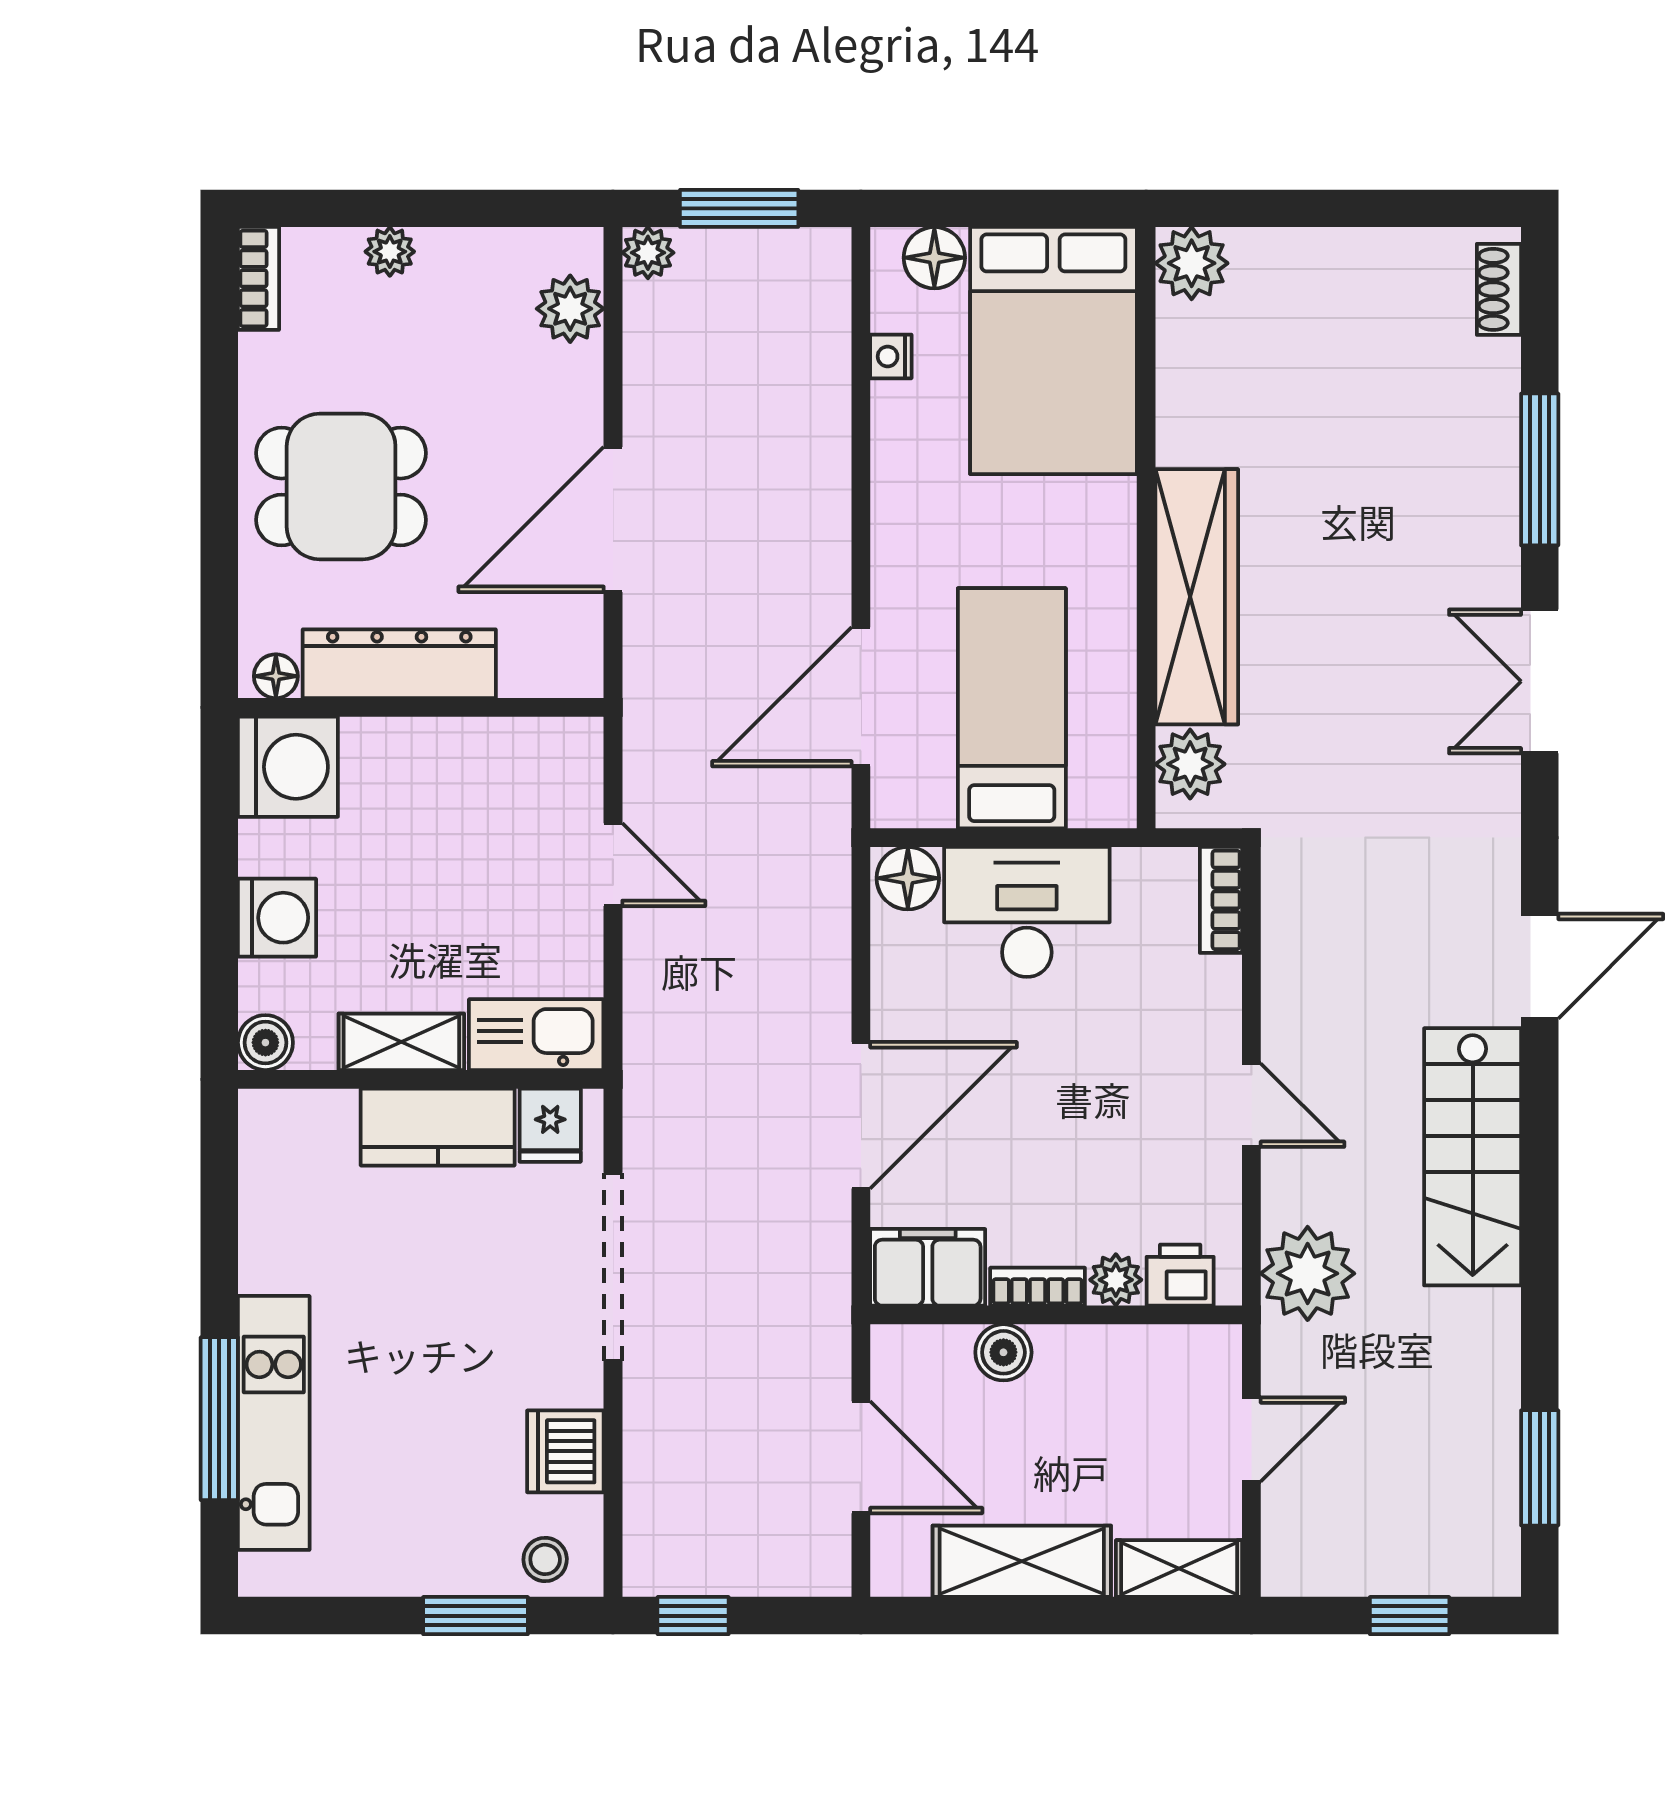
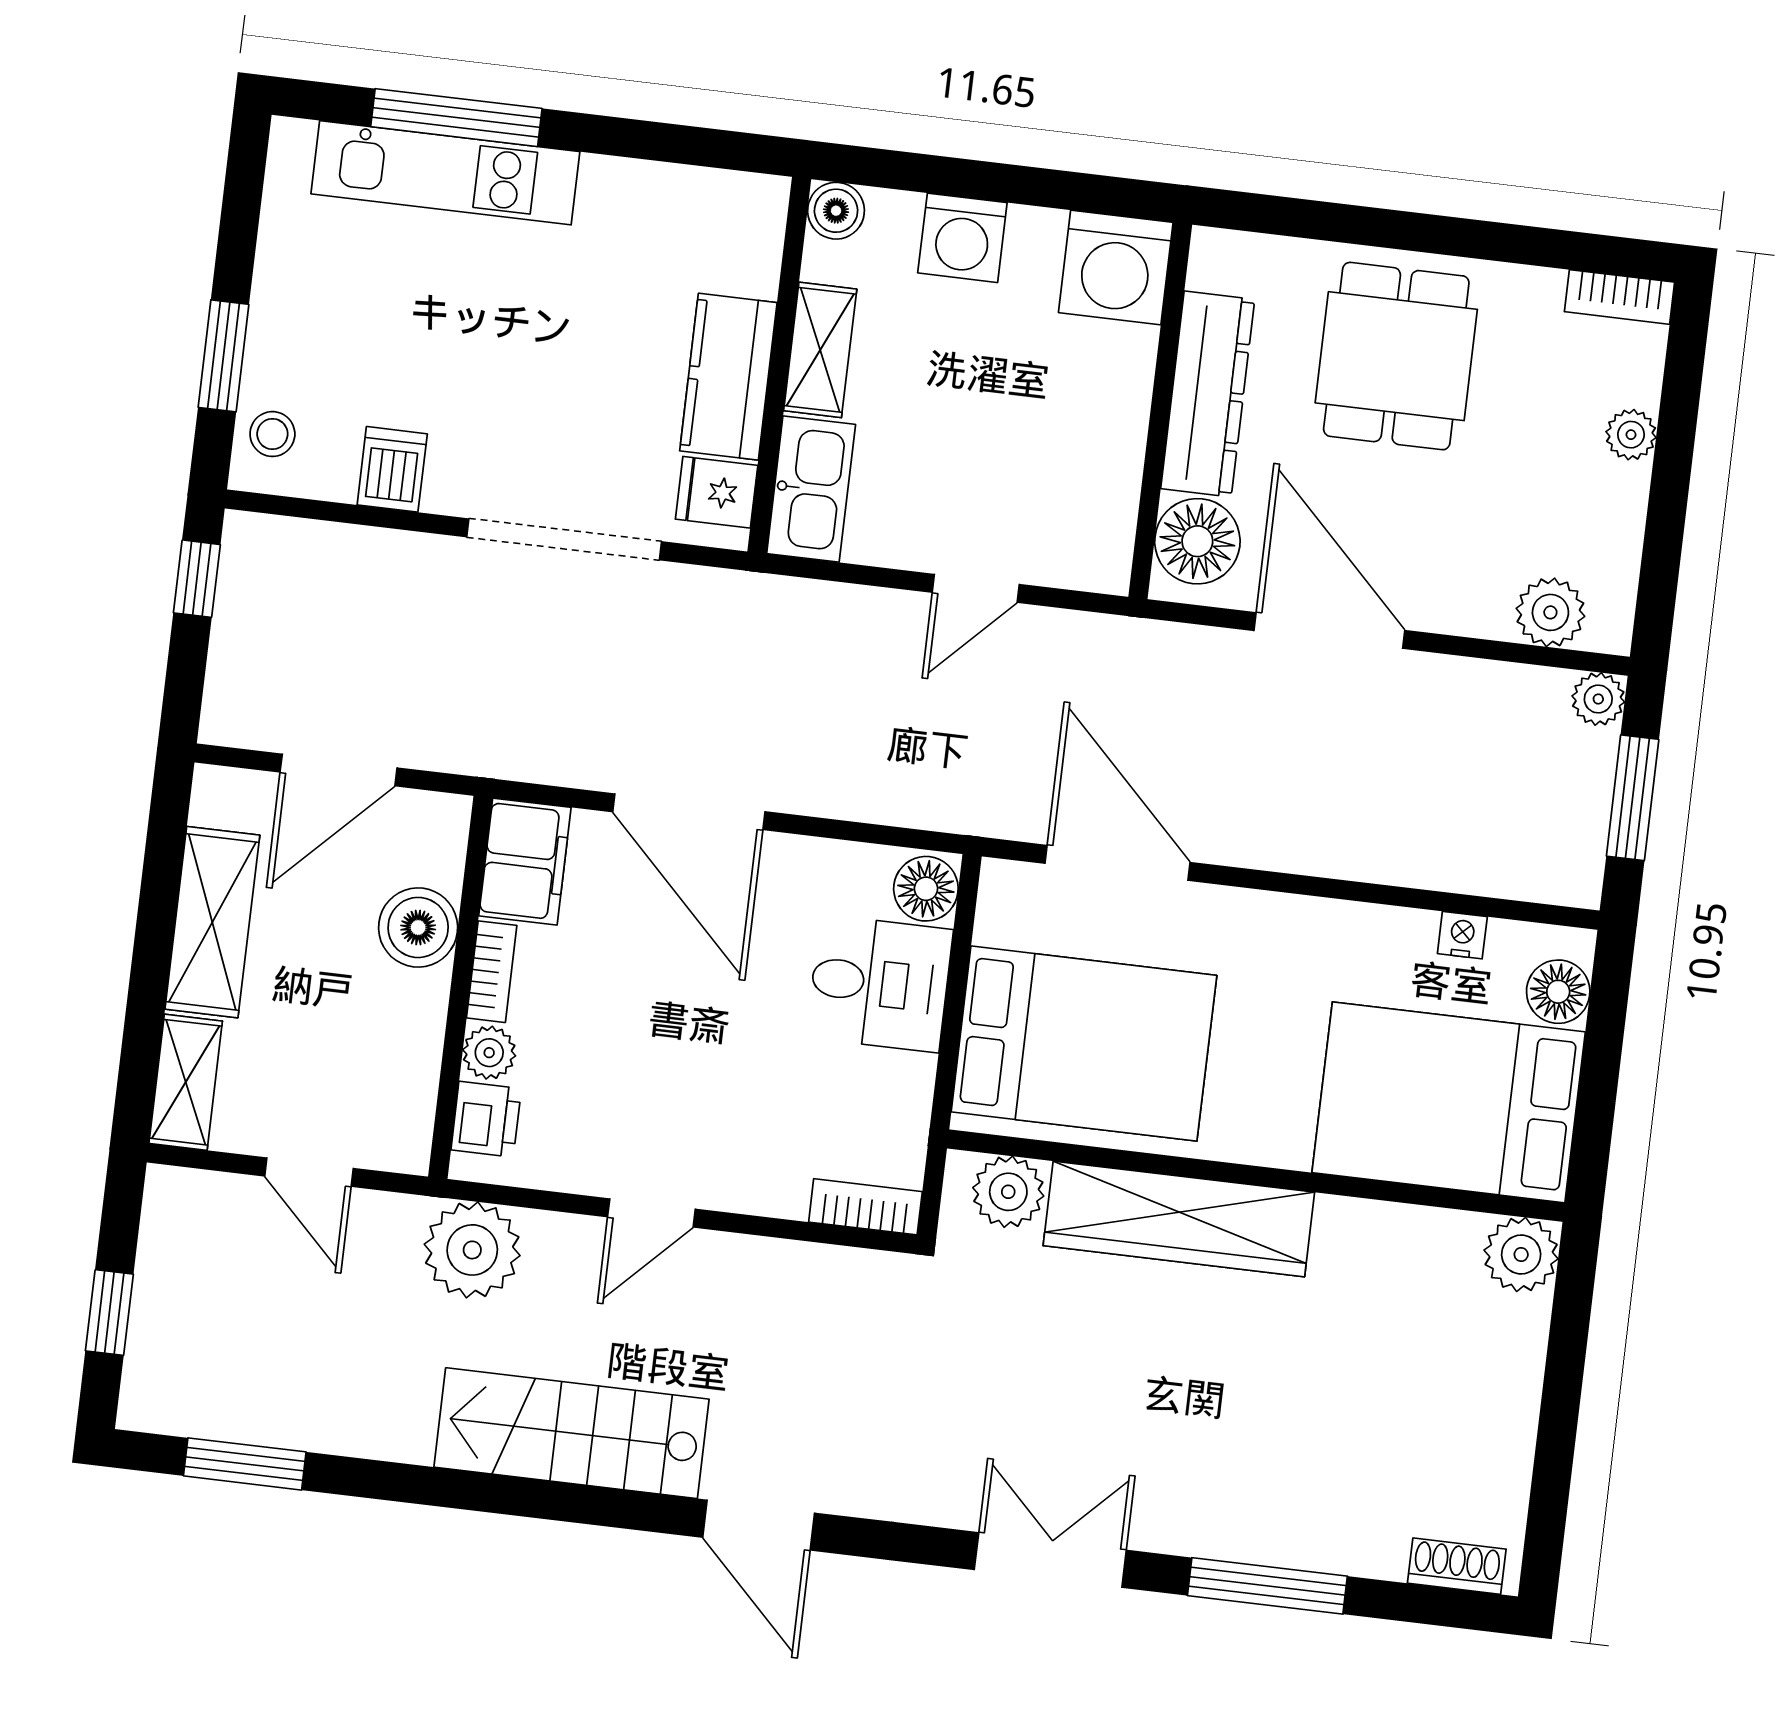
floor lamp: (276, 676) -> (1197, 541), moved, width x1.89, depth x1.89
bed: (1012, 708) -> (1084, 1044), width x1.50
desk: (1027, 912) -> (880, 983), width x0.73
boiler: (1003, 1352) -> (418, 927), width x1.36, depth x1.36
dishwasher: (565, 1451) -> (392, 469), width x0.73

